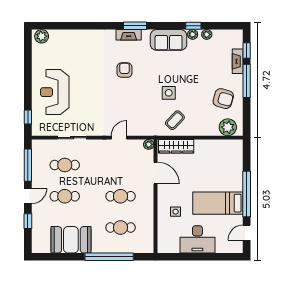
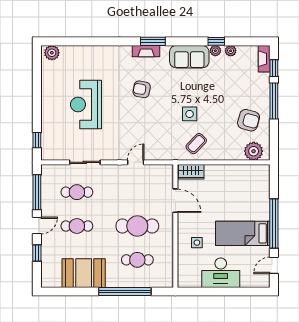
fireplace: (238, 61) -> (264, 59), moved
armchair: (124, 70) -> (142, 89), turned -80
reception desk: (55, 92) -> (86, 104), moved
plant: (149, 144) -> (168, 170), removed
wardrobe: (176, 146) -> (191, 172), width x0.67
cafe table: (121, 196) -> (137, 226), width x1.37, depth x1.35

